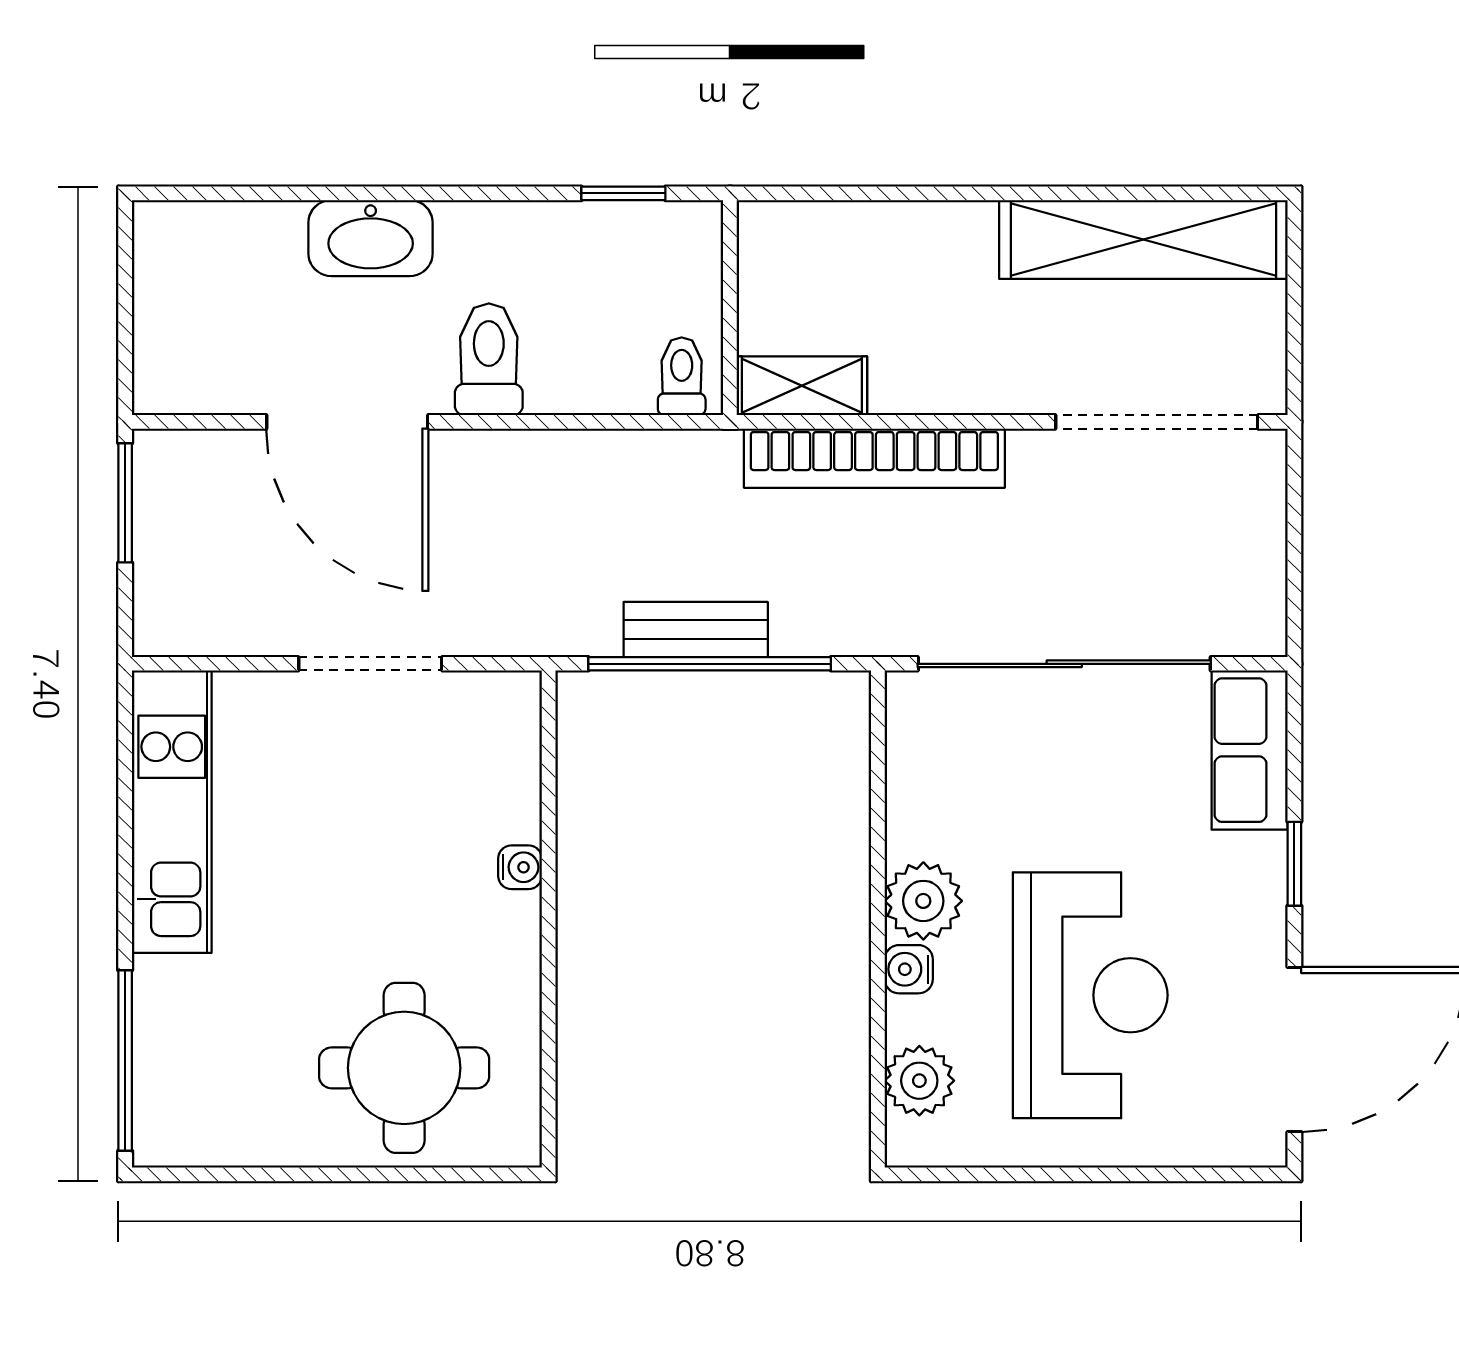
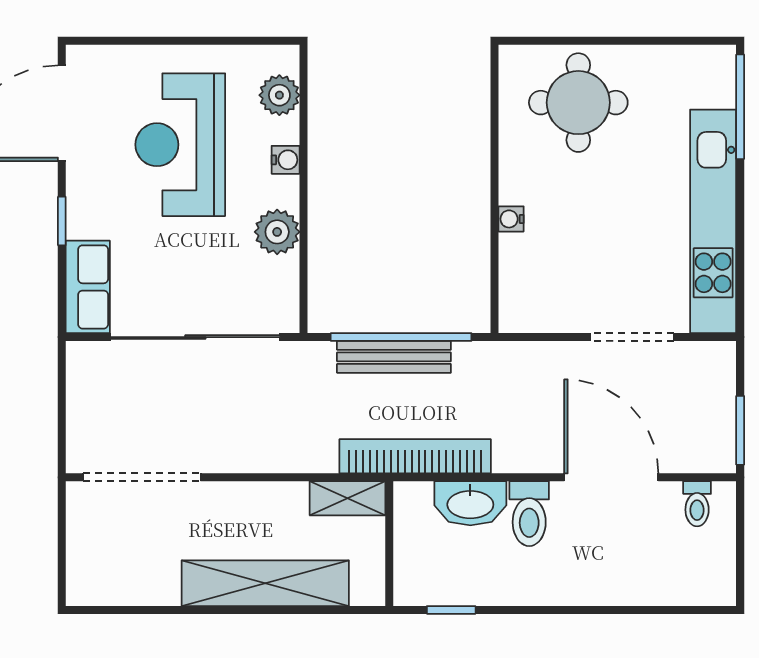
washbasin: (371, 238) -> (470, 503), moved, turned 180
shelving: (1143, 239) -> (265, 583), moved
toilet: (682, 376) -> (697, 504), moved
bookcase: (874, 458) -> (415, 456), moved
bench: (696, 630) -> (394, 357), width x1.36
doorway: (370, 664) -> (632, 337), moved
kitchen unit: (172, 812) -> (713, 221), width x1.36
plant: (923, 901) -> (277, 232), moved

